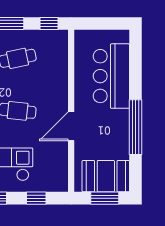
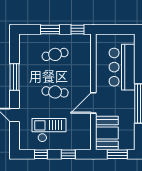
booth: (106, 176) -> (107, 133), moved, turned 90

